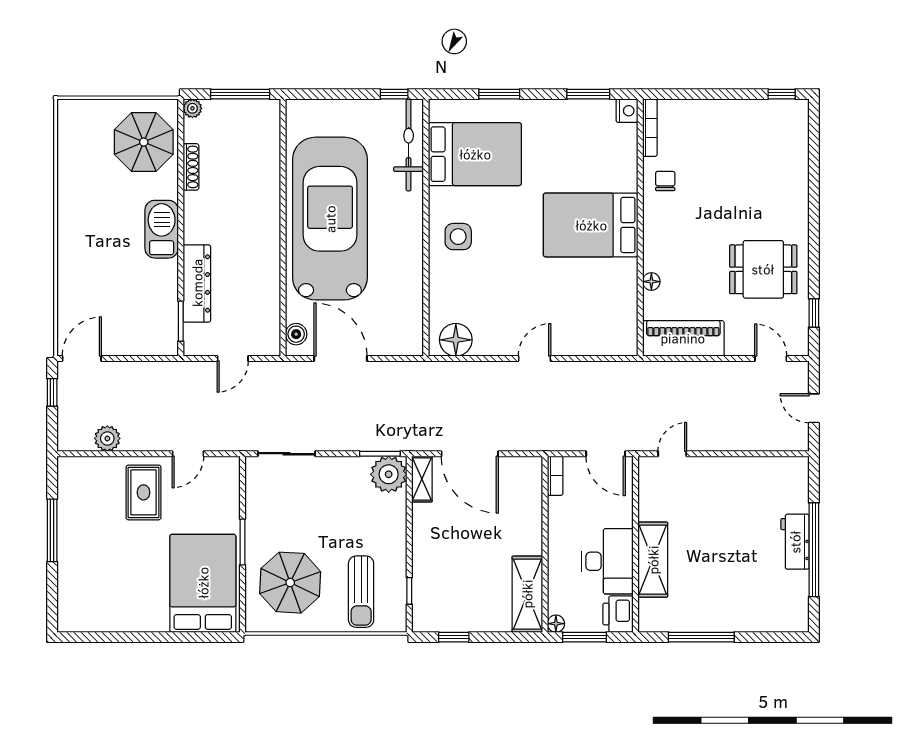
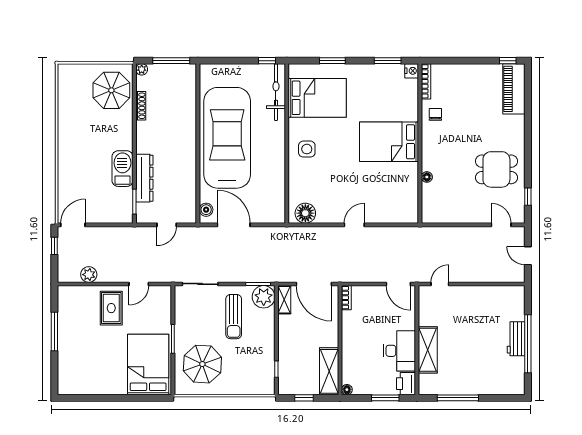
barbecue: (162, 229) -> (122, 169), moved
piano: (683, 338) -> (514, 89), moved, turned -90
bookcase: (555, 476) -> (346, 298), moved
wall: (545, 544) -> (340, 340), moved
sun lounger: (361, 592) -> (234, 317), moved
shelving: (527, 594) -> (329, 371), moved
floor lamp: (556, 624) -> (347, 390), moved

